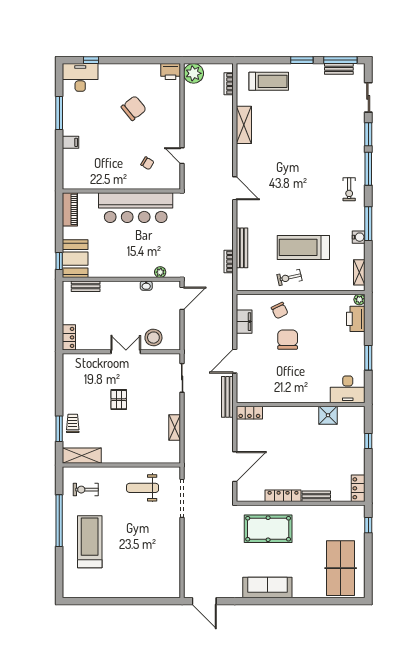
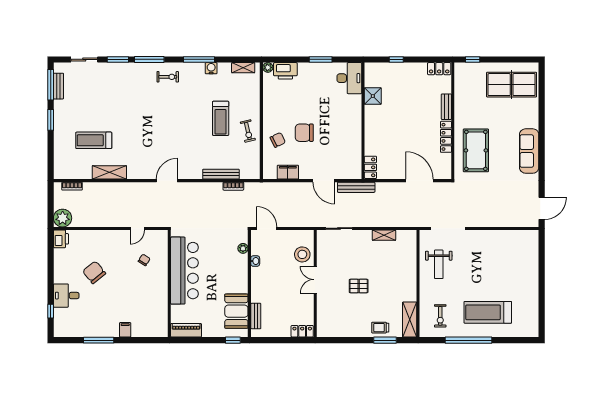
desk: (80, 77) -> (66, 296), moved, width x0.73
treadmill: (269, 81) -> (94, 140), moved, turned -90
treadmill: (303, 247) -> (221, 118), width x0.73, depth x0.73
booth: (75, 259) -> (236, 311), moved, turned 90

